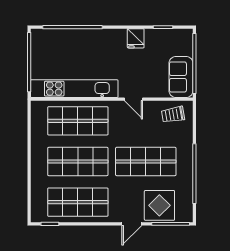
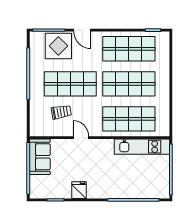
kitchen unit: (74, 89) -> (142, 147), width x0.73
trolley: (173, 115) -> (61, 112), moved
door: (132, 224) -> (82, 30), swing flipped

